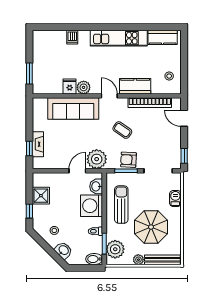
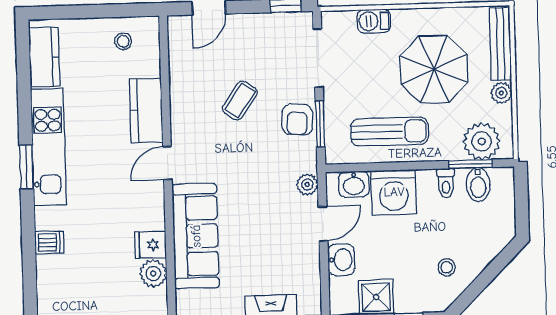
window: (109, 27) -> (26, 167), added
plant: (84, 87) -> (153, 273), moved
bookcase: (150, 103) -> (179, 79), removed
coffee table: (122, 130) -> (240, 101), moved
plant: (97, 159) -> (307, 185), width x0.53, depth x0.53
door: (77, 171) -> (323, 224), swing flipped
sun lounger: (121, 205) -> (390, 132), turned 180
washbasin: (63, 250) -> (341, 260), moved, turned 135
bidet: (94, 259) -> (478, 185), moved

